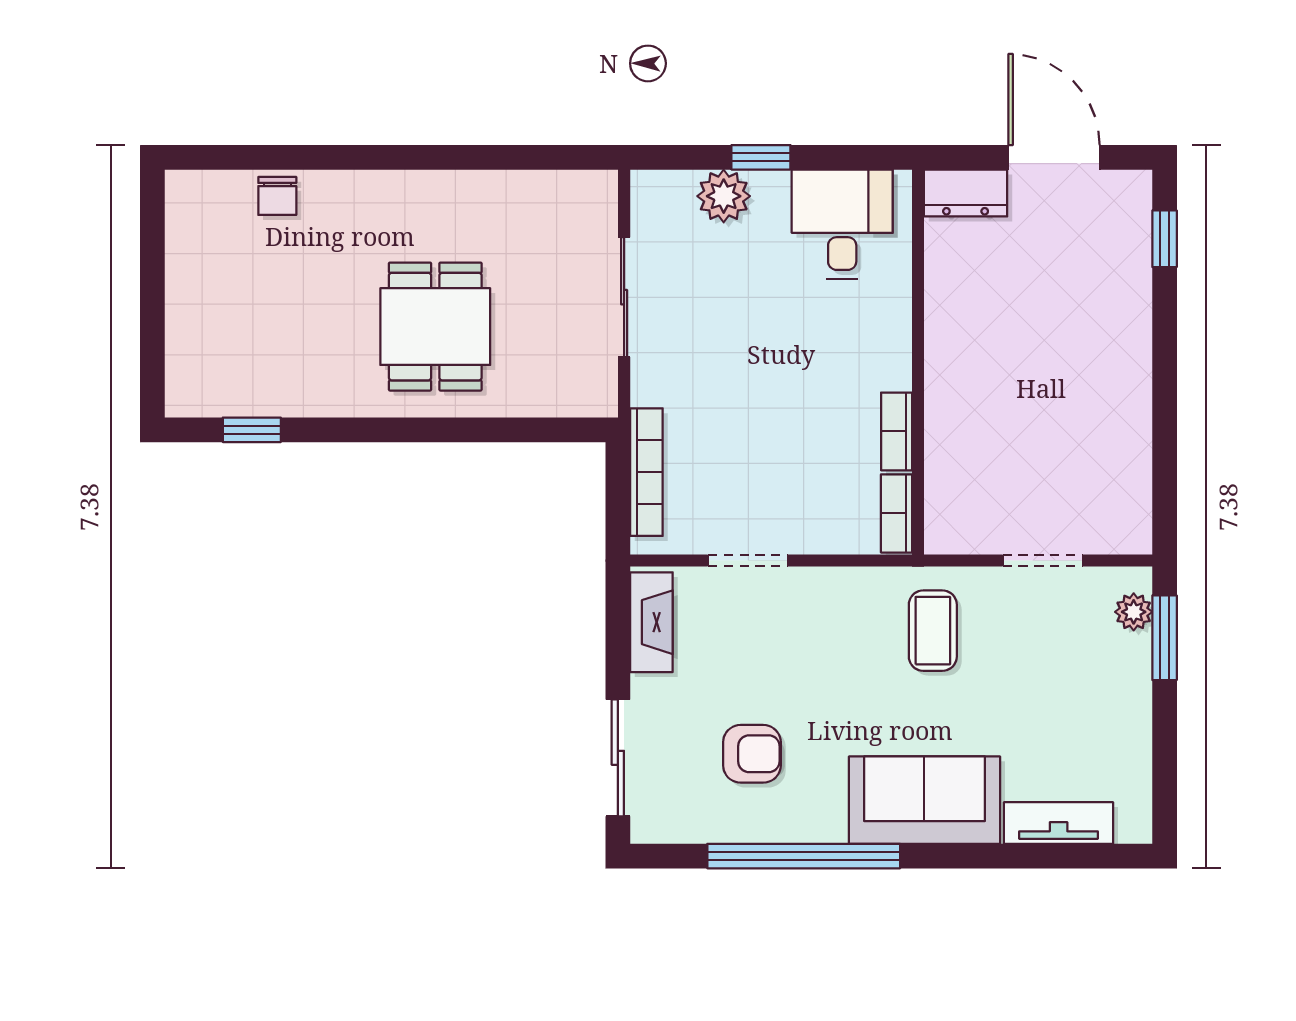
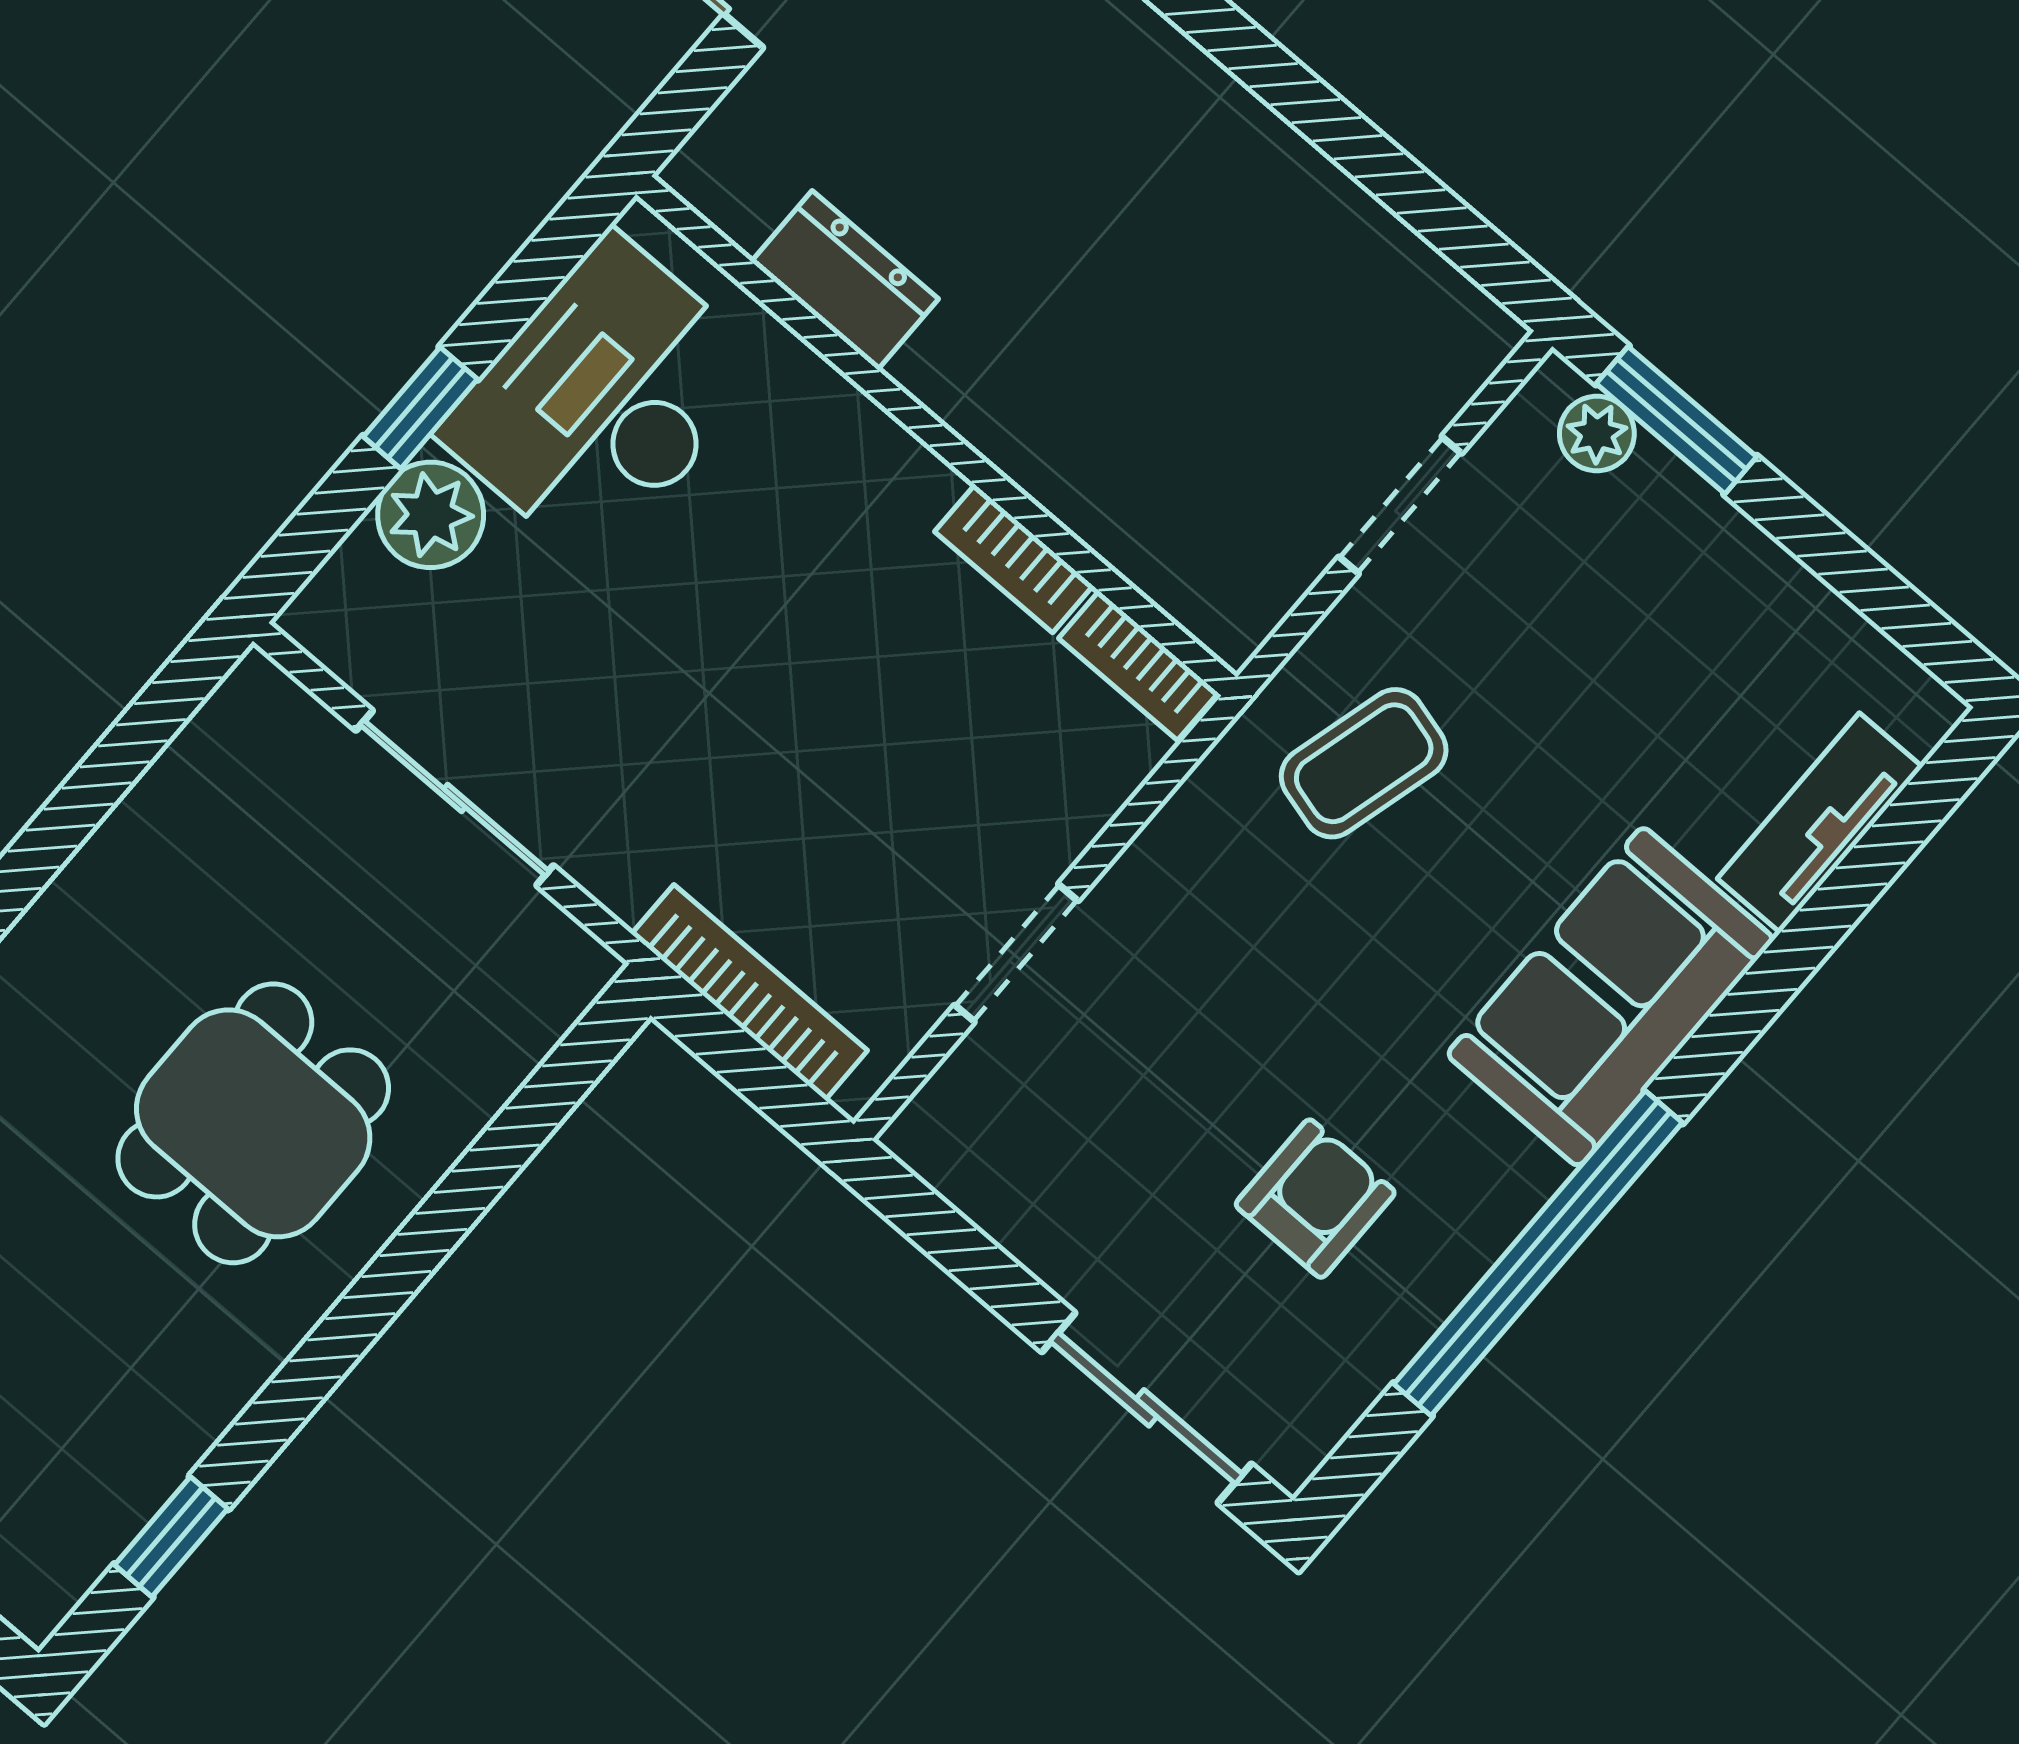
dresser: (966, 193) -> (845, 280), moved, turned -90
desk: (842, 224) -> (603, 400), width x1.37
dining table: (435, 327) -> (253, 1123), turned 90
fireplace: (651, 622) -> (984, 1180), removed
coffee table: (933, 631) -> (1364, 763), turned -75

